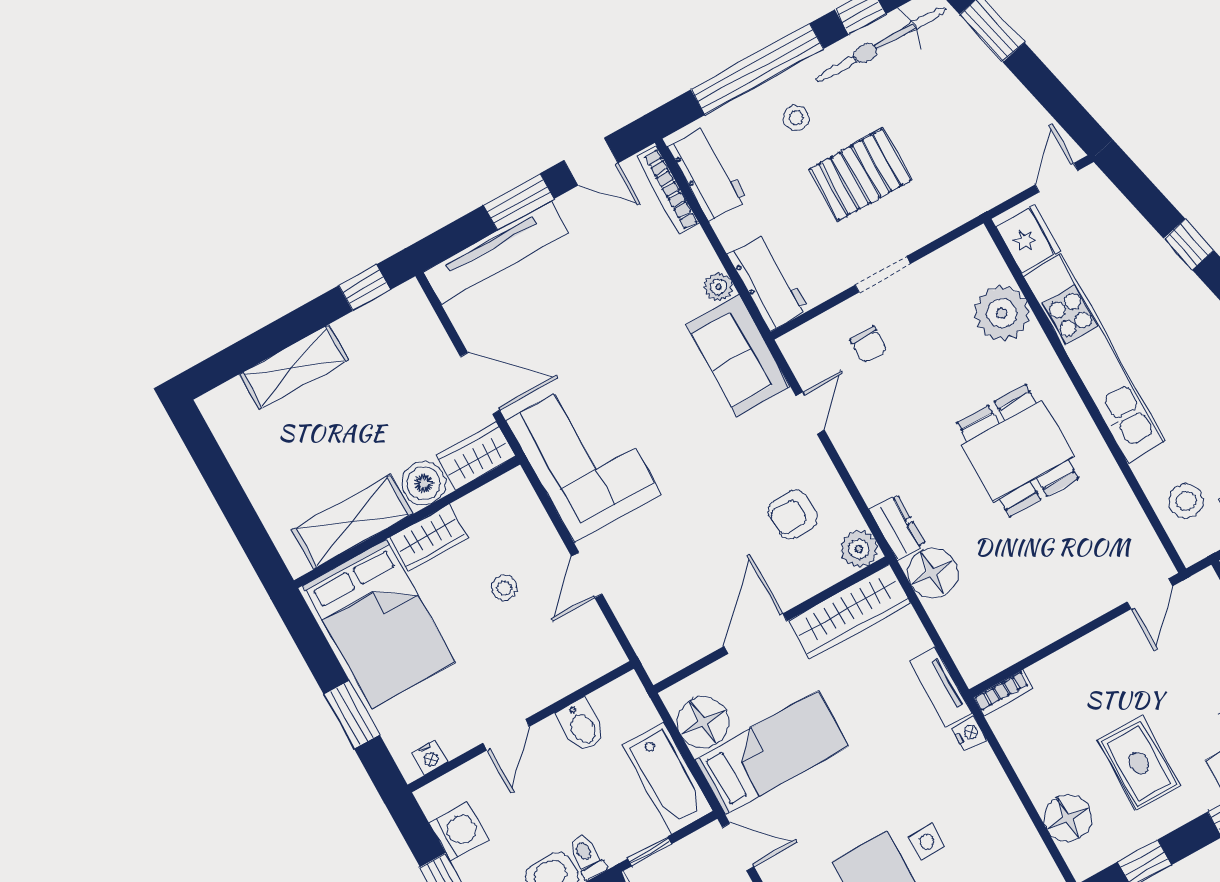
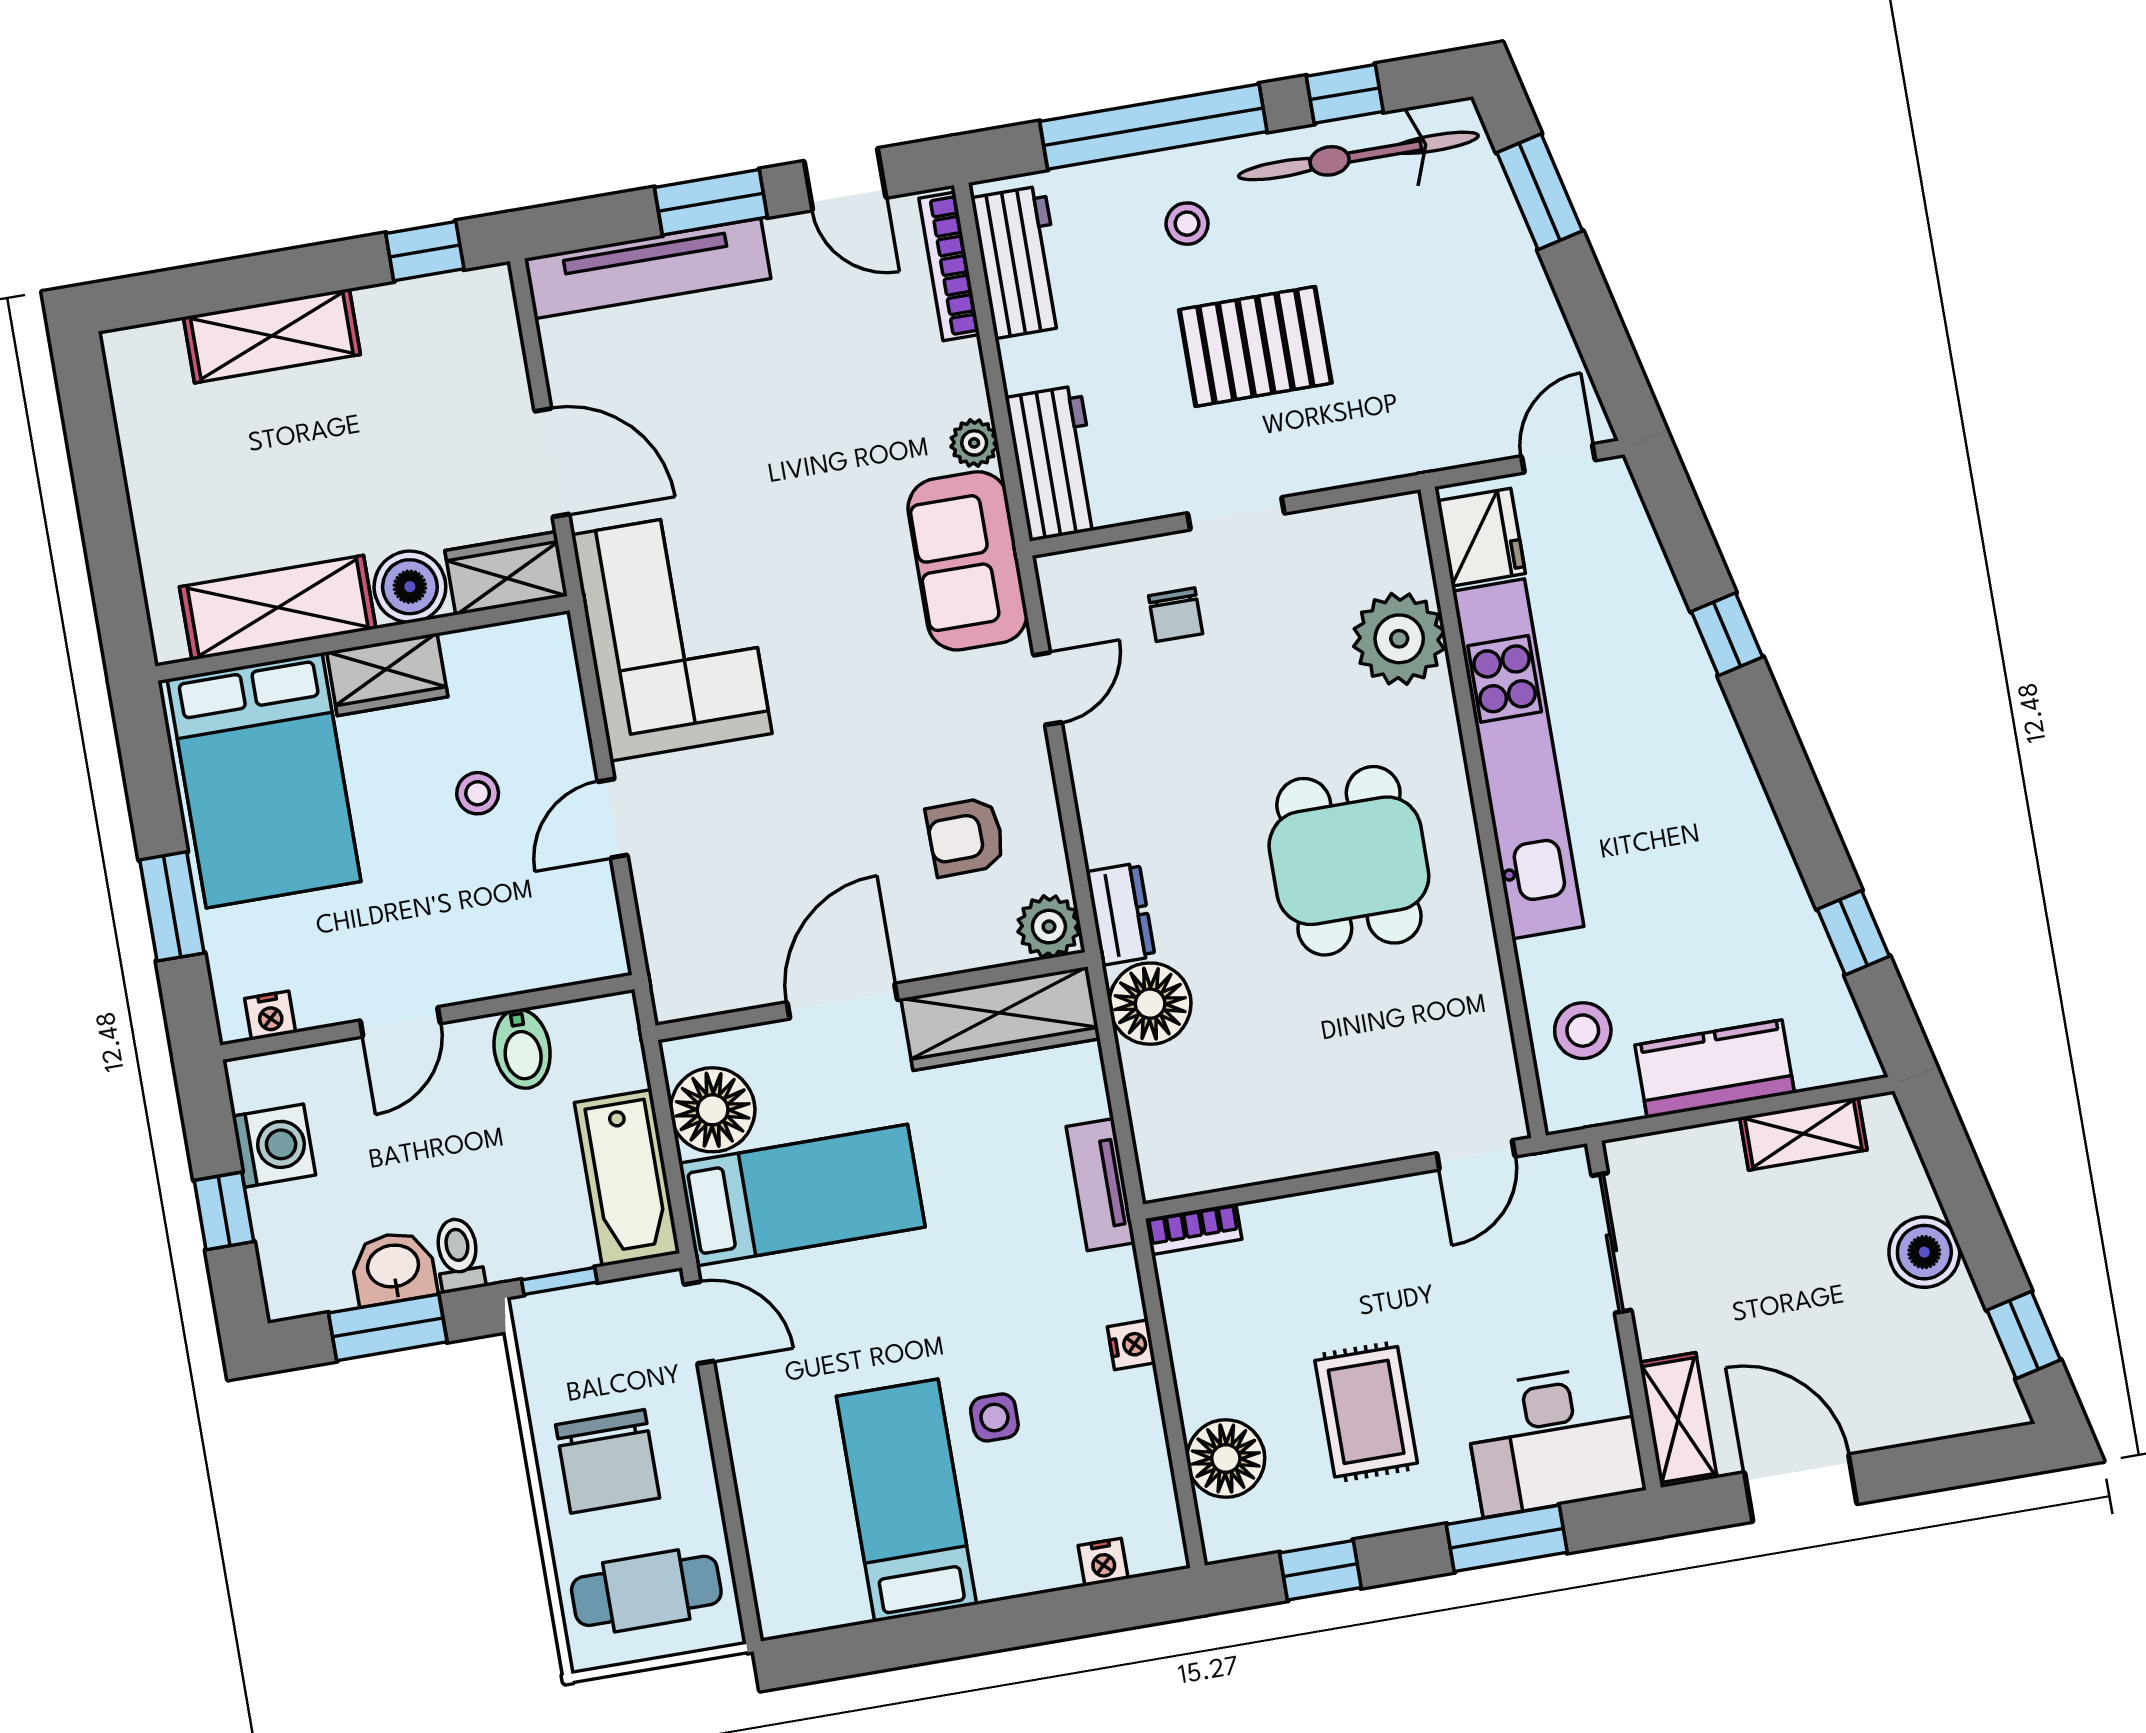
nightstand: (969, 733) -> (1131, 1345), moved

